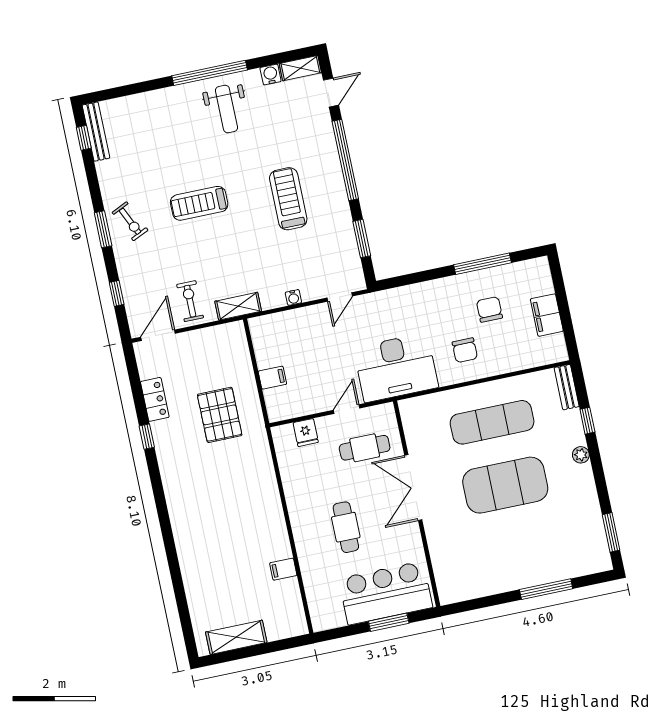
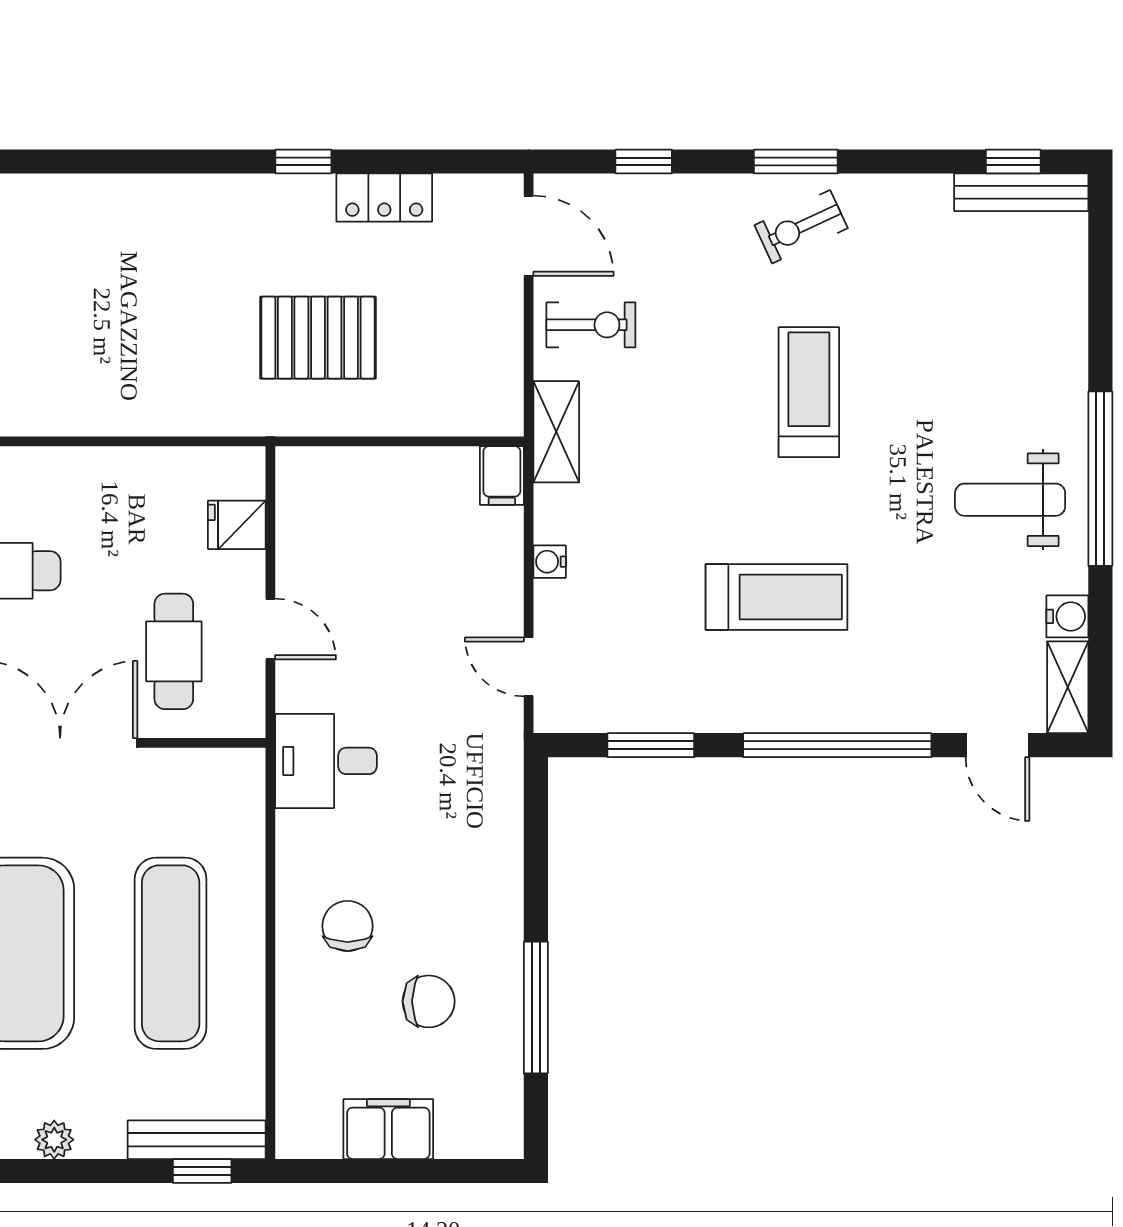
chair: (465, 350) -> (348, 926), turned 90
desk: (396, 368) -> (326, 761), width x0.53, depth x0.77
filing cabinet: (272, 378) -> (502, 475), moved
bench: (567, 387) -> (197, 1140), width x1.36
window: (587, 421) -> (202, 1171), moved

